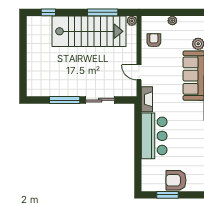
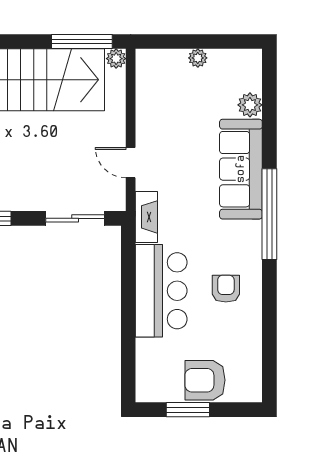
window: (103, 12) -> (82, 41), moved
armchair: (154, 40) -> (226, 289), moved
sliding door: (100, 100) -> (75, 218), moved

